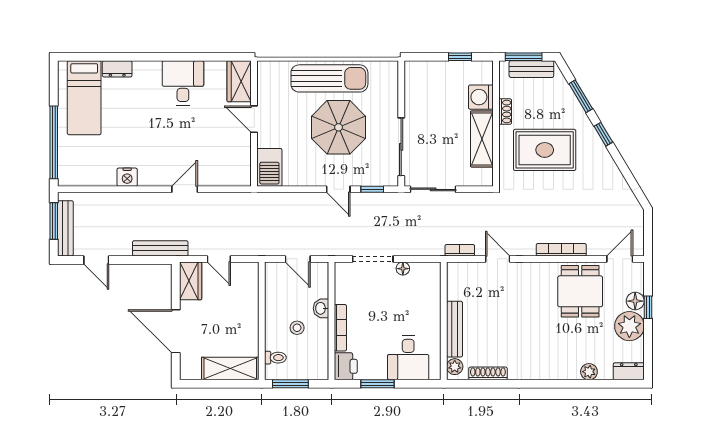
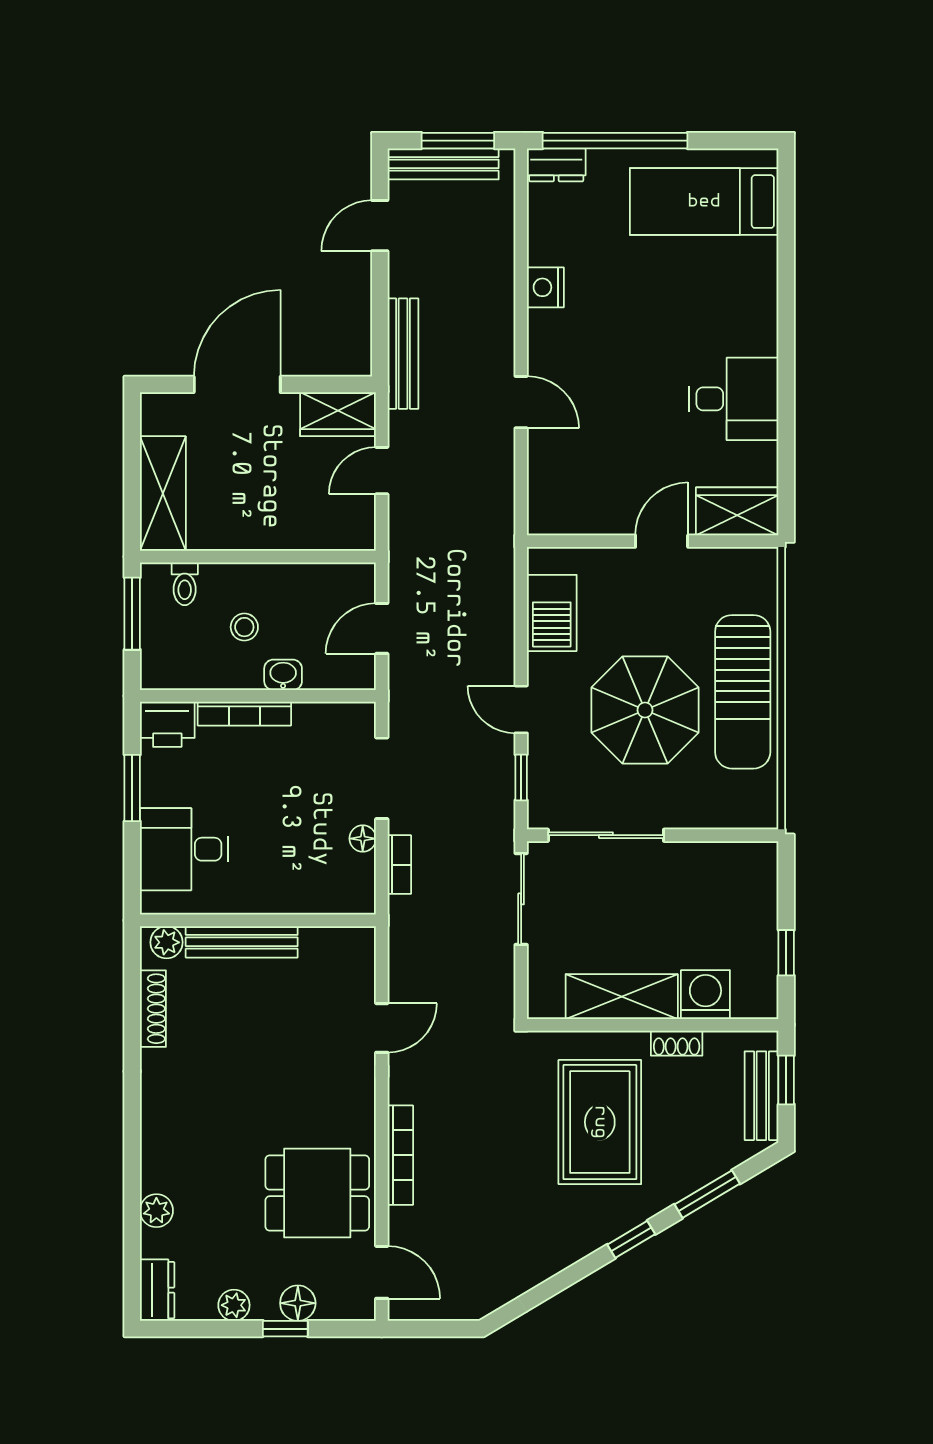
window: (524, 57) -> (786, 1080), width x0.67
dresser: (117, 69) -> (556, 165), moved, turned -90
barbecue: (269, 167) -> (552, 613), moved, turned -90
door: (338, 189) -> (521, 709), hinge flipped
bookcase: (460, 250) -> (399, 865), moved
plant: (629, 326) -> (234, 1305), width x0.53, depth x0.53

